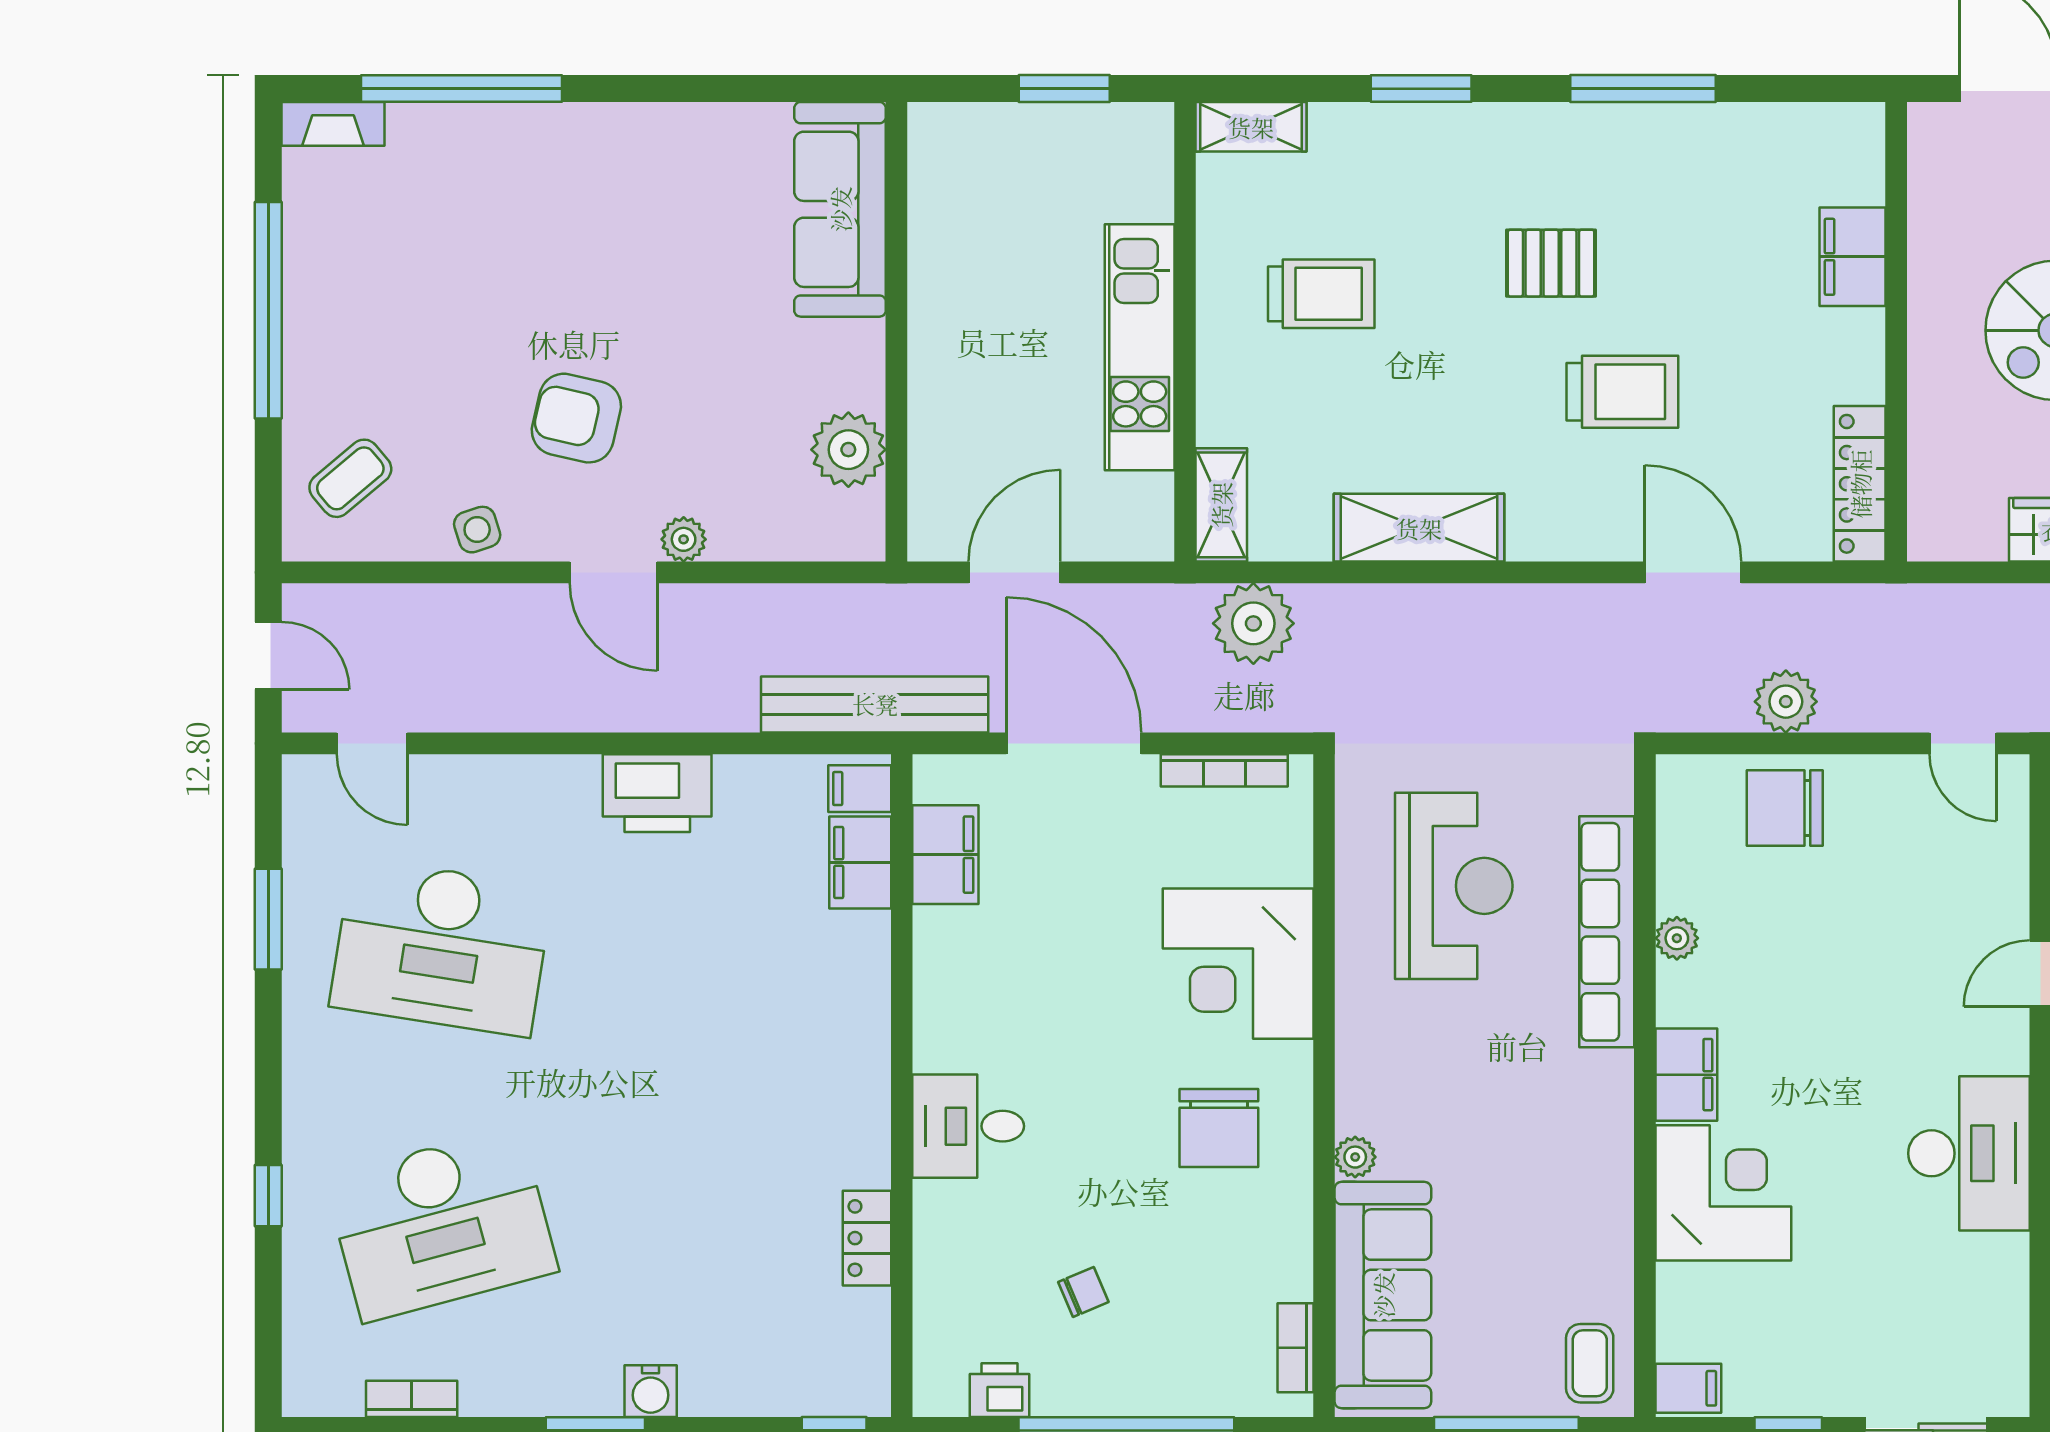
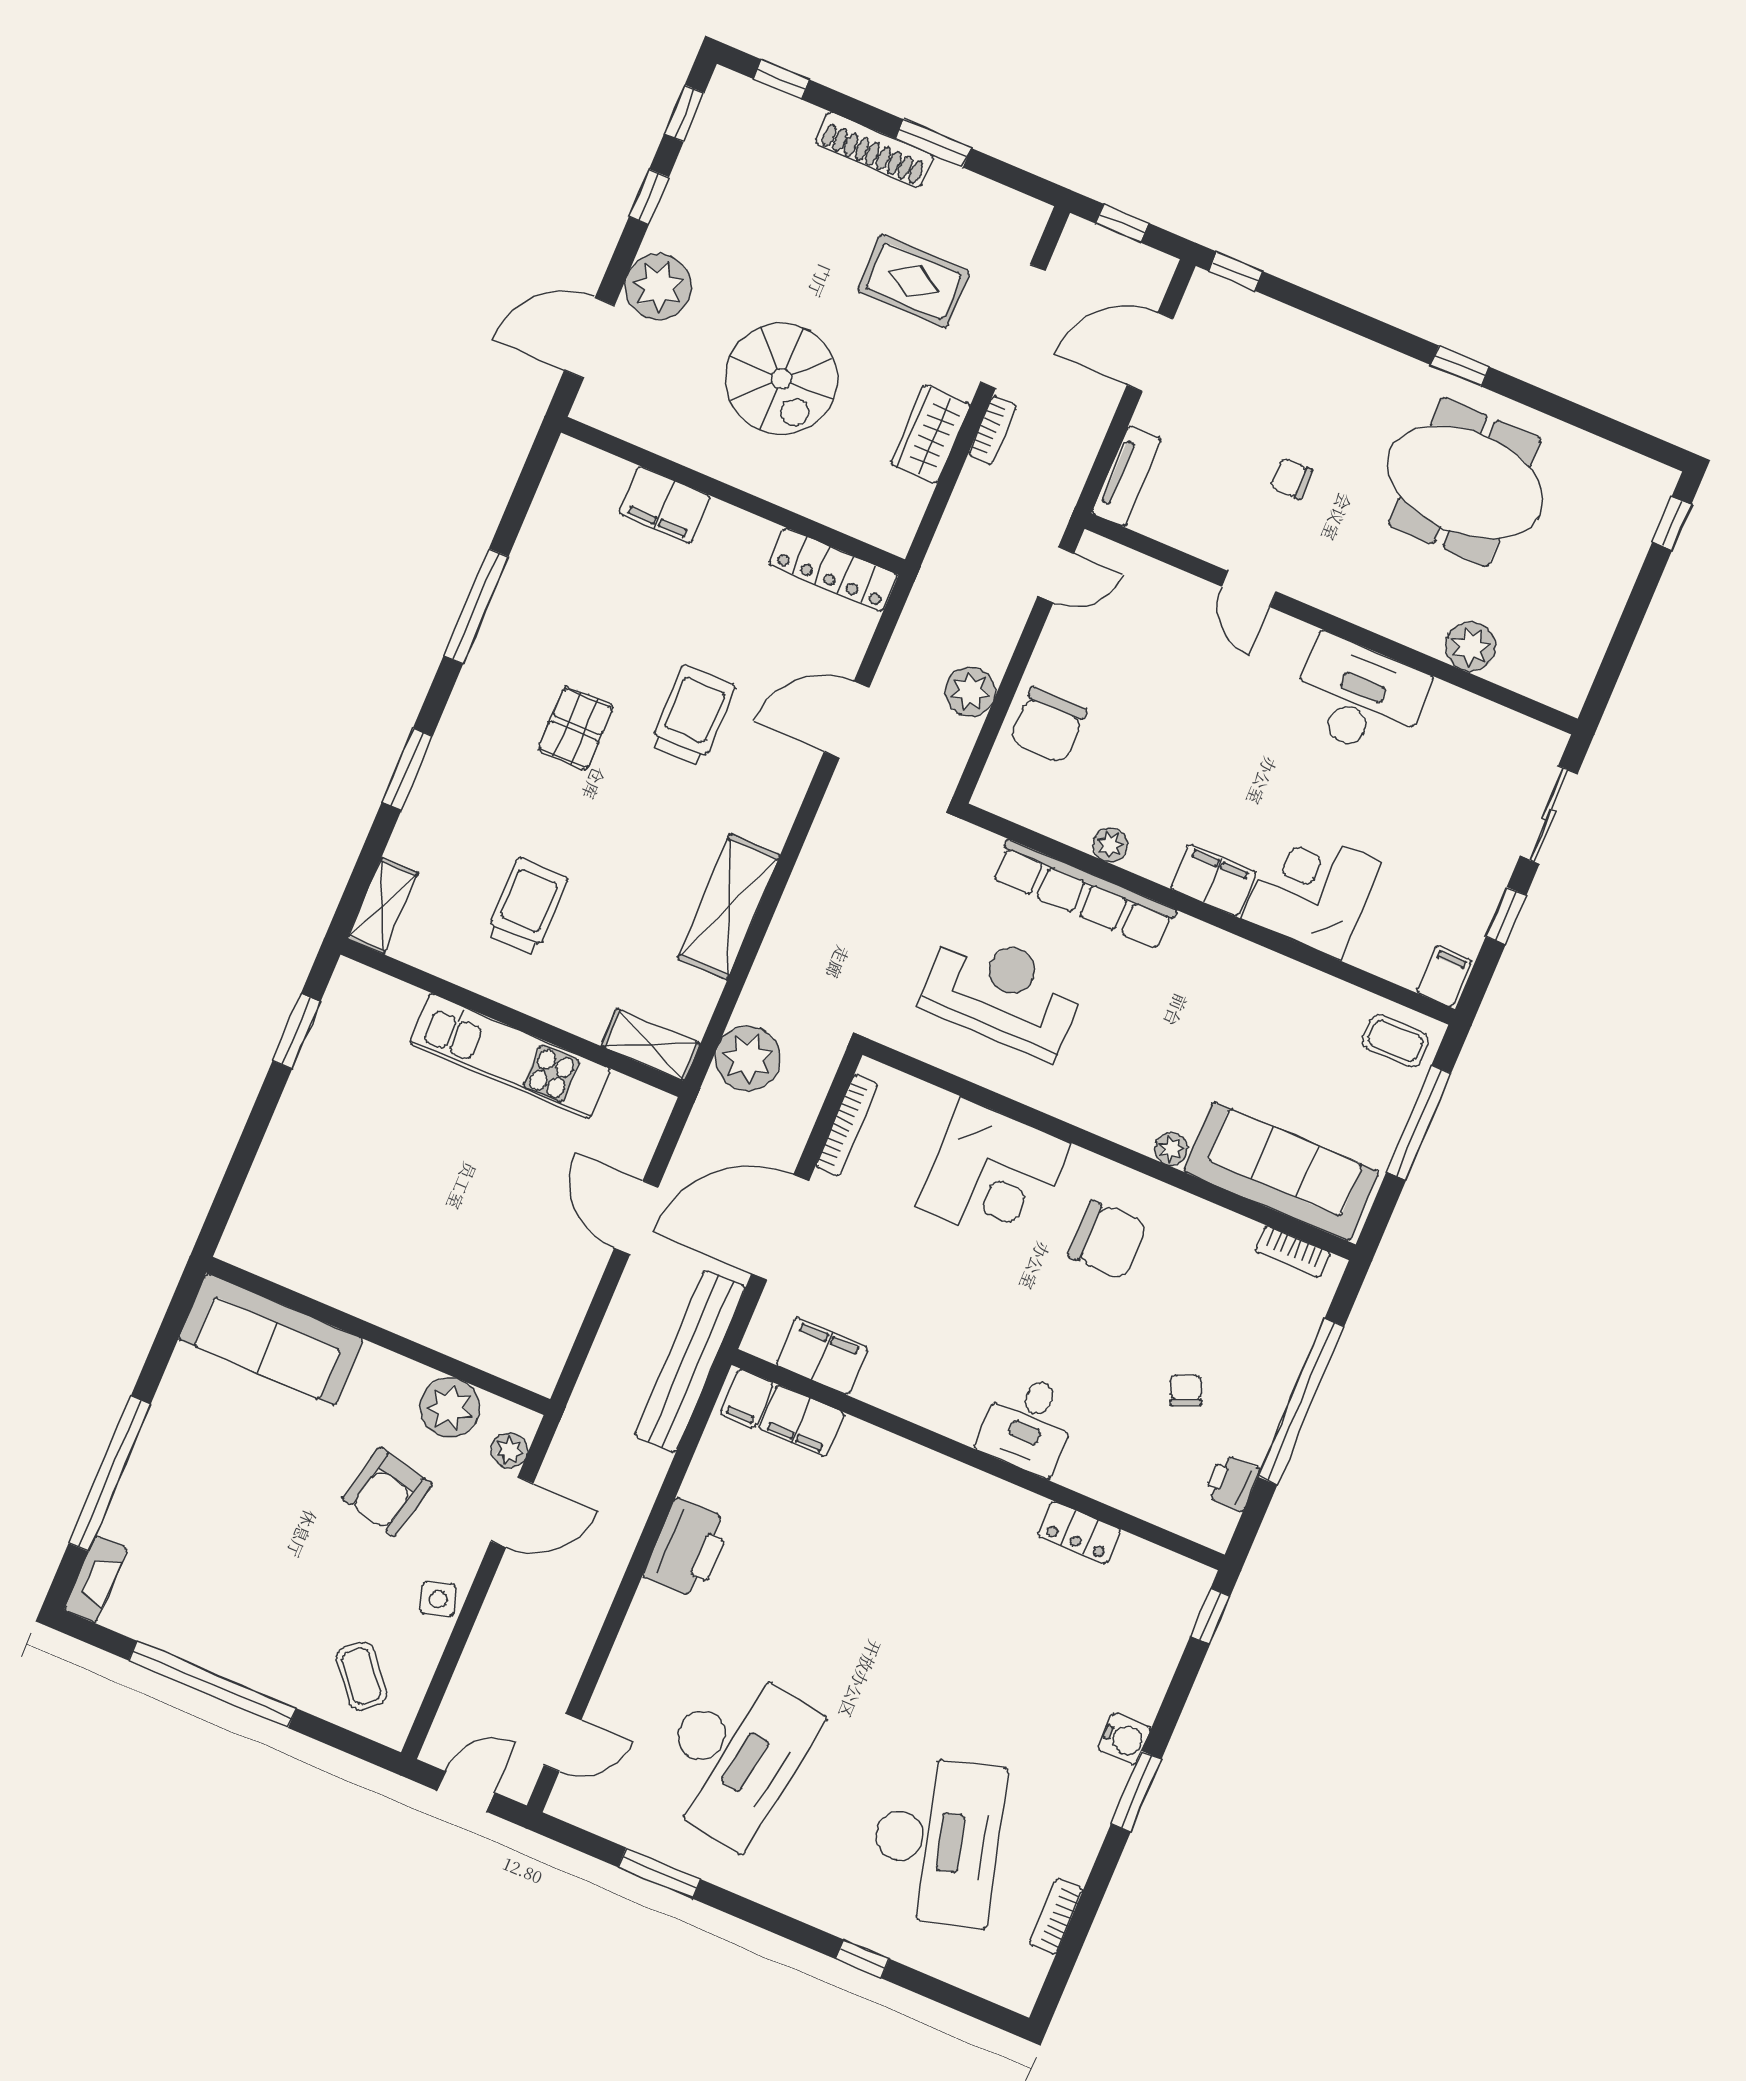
sofa: (840, 209) -> (271, 1339), moved
wall: (896, 332) -> (378, 1336), moved
plant: (848, 450) -> (450, 1408), moved

